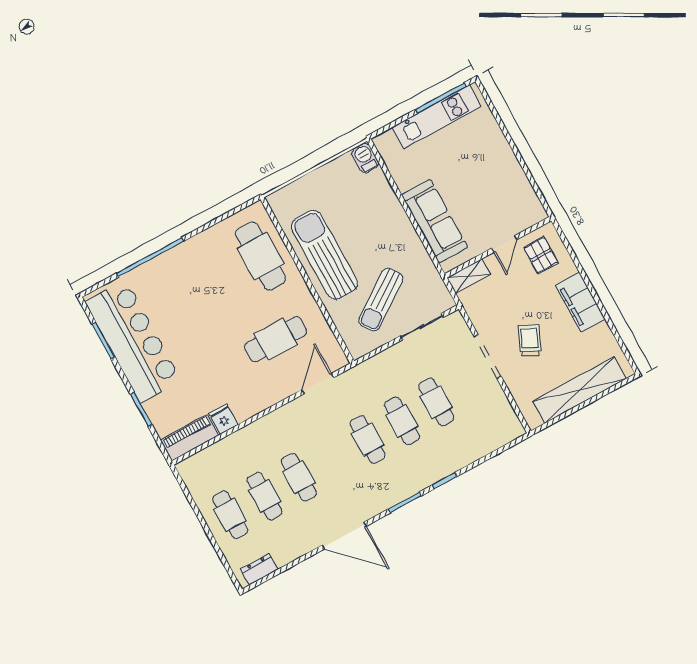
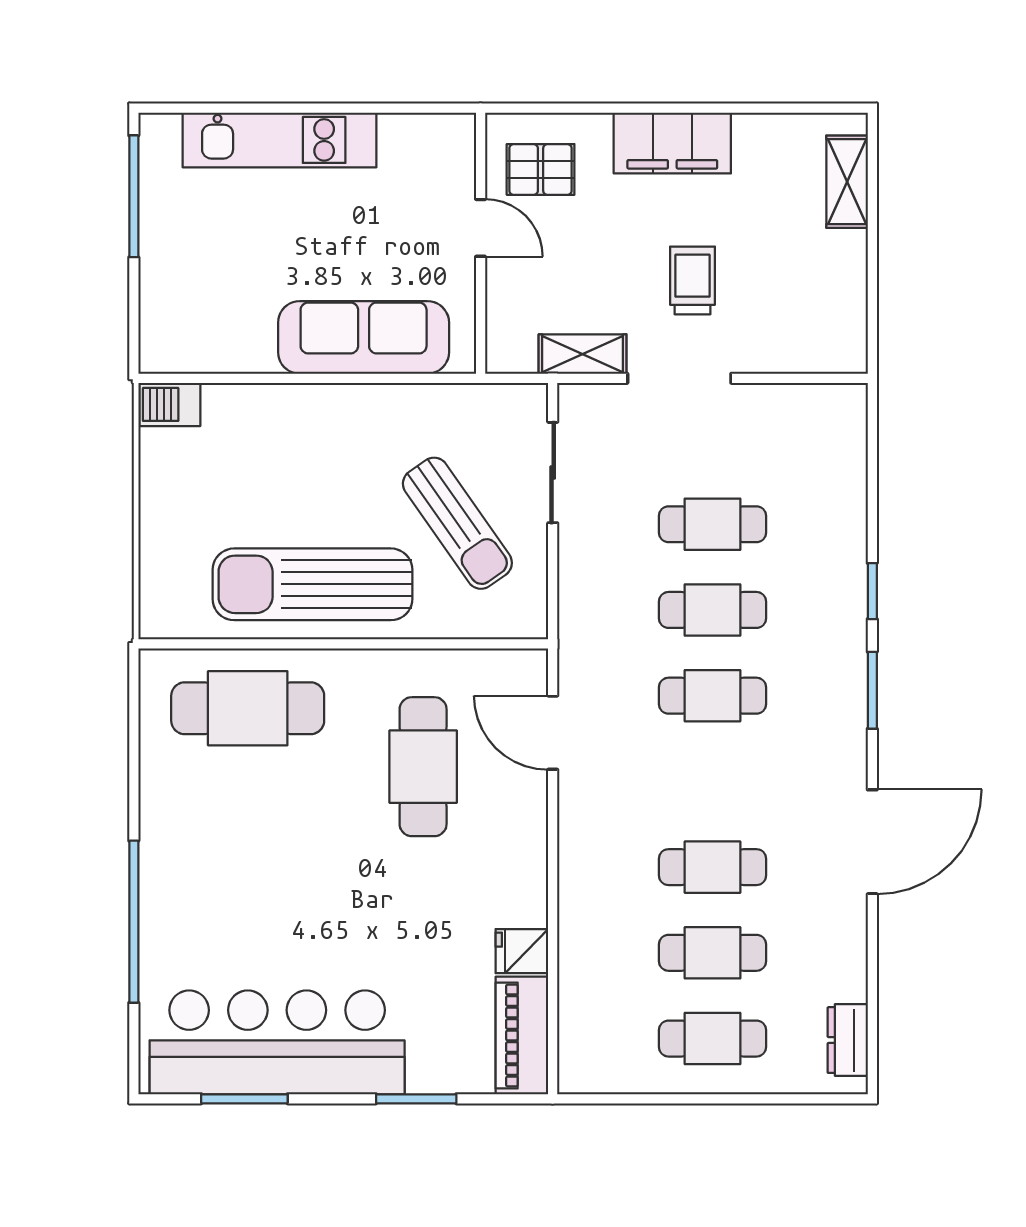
kitchen unit: (437, 117) -> (280, 140), moved, turned 90
shelving: (469, 276) -> (583, 354), moved, turned 90
trolley: (530, 340) -> (692, 280), turned 65
shelving: (579, 390) -> (847, 182), width x0.45, depth x0.75

